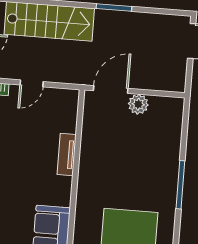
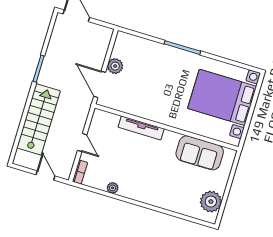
tv unit: (67, 154) -> (141, 128), width x1.41

